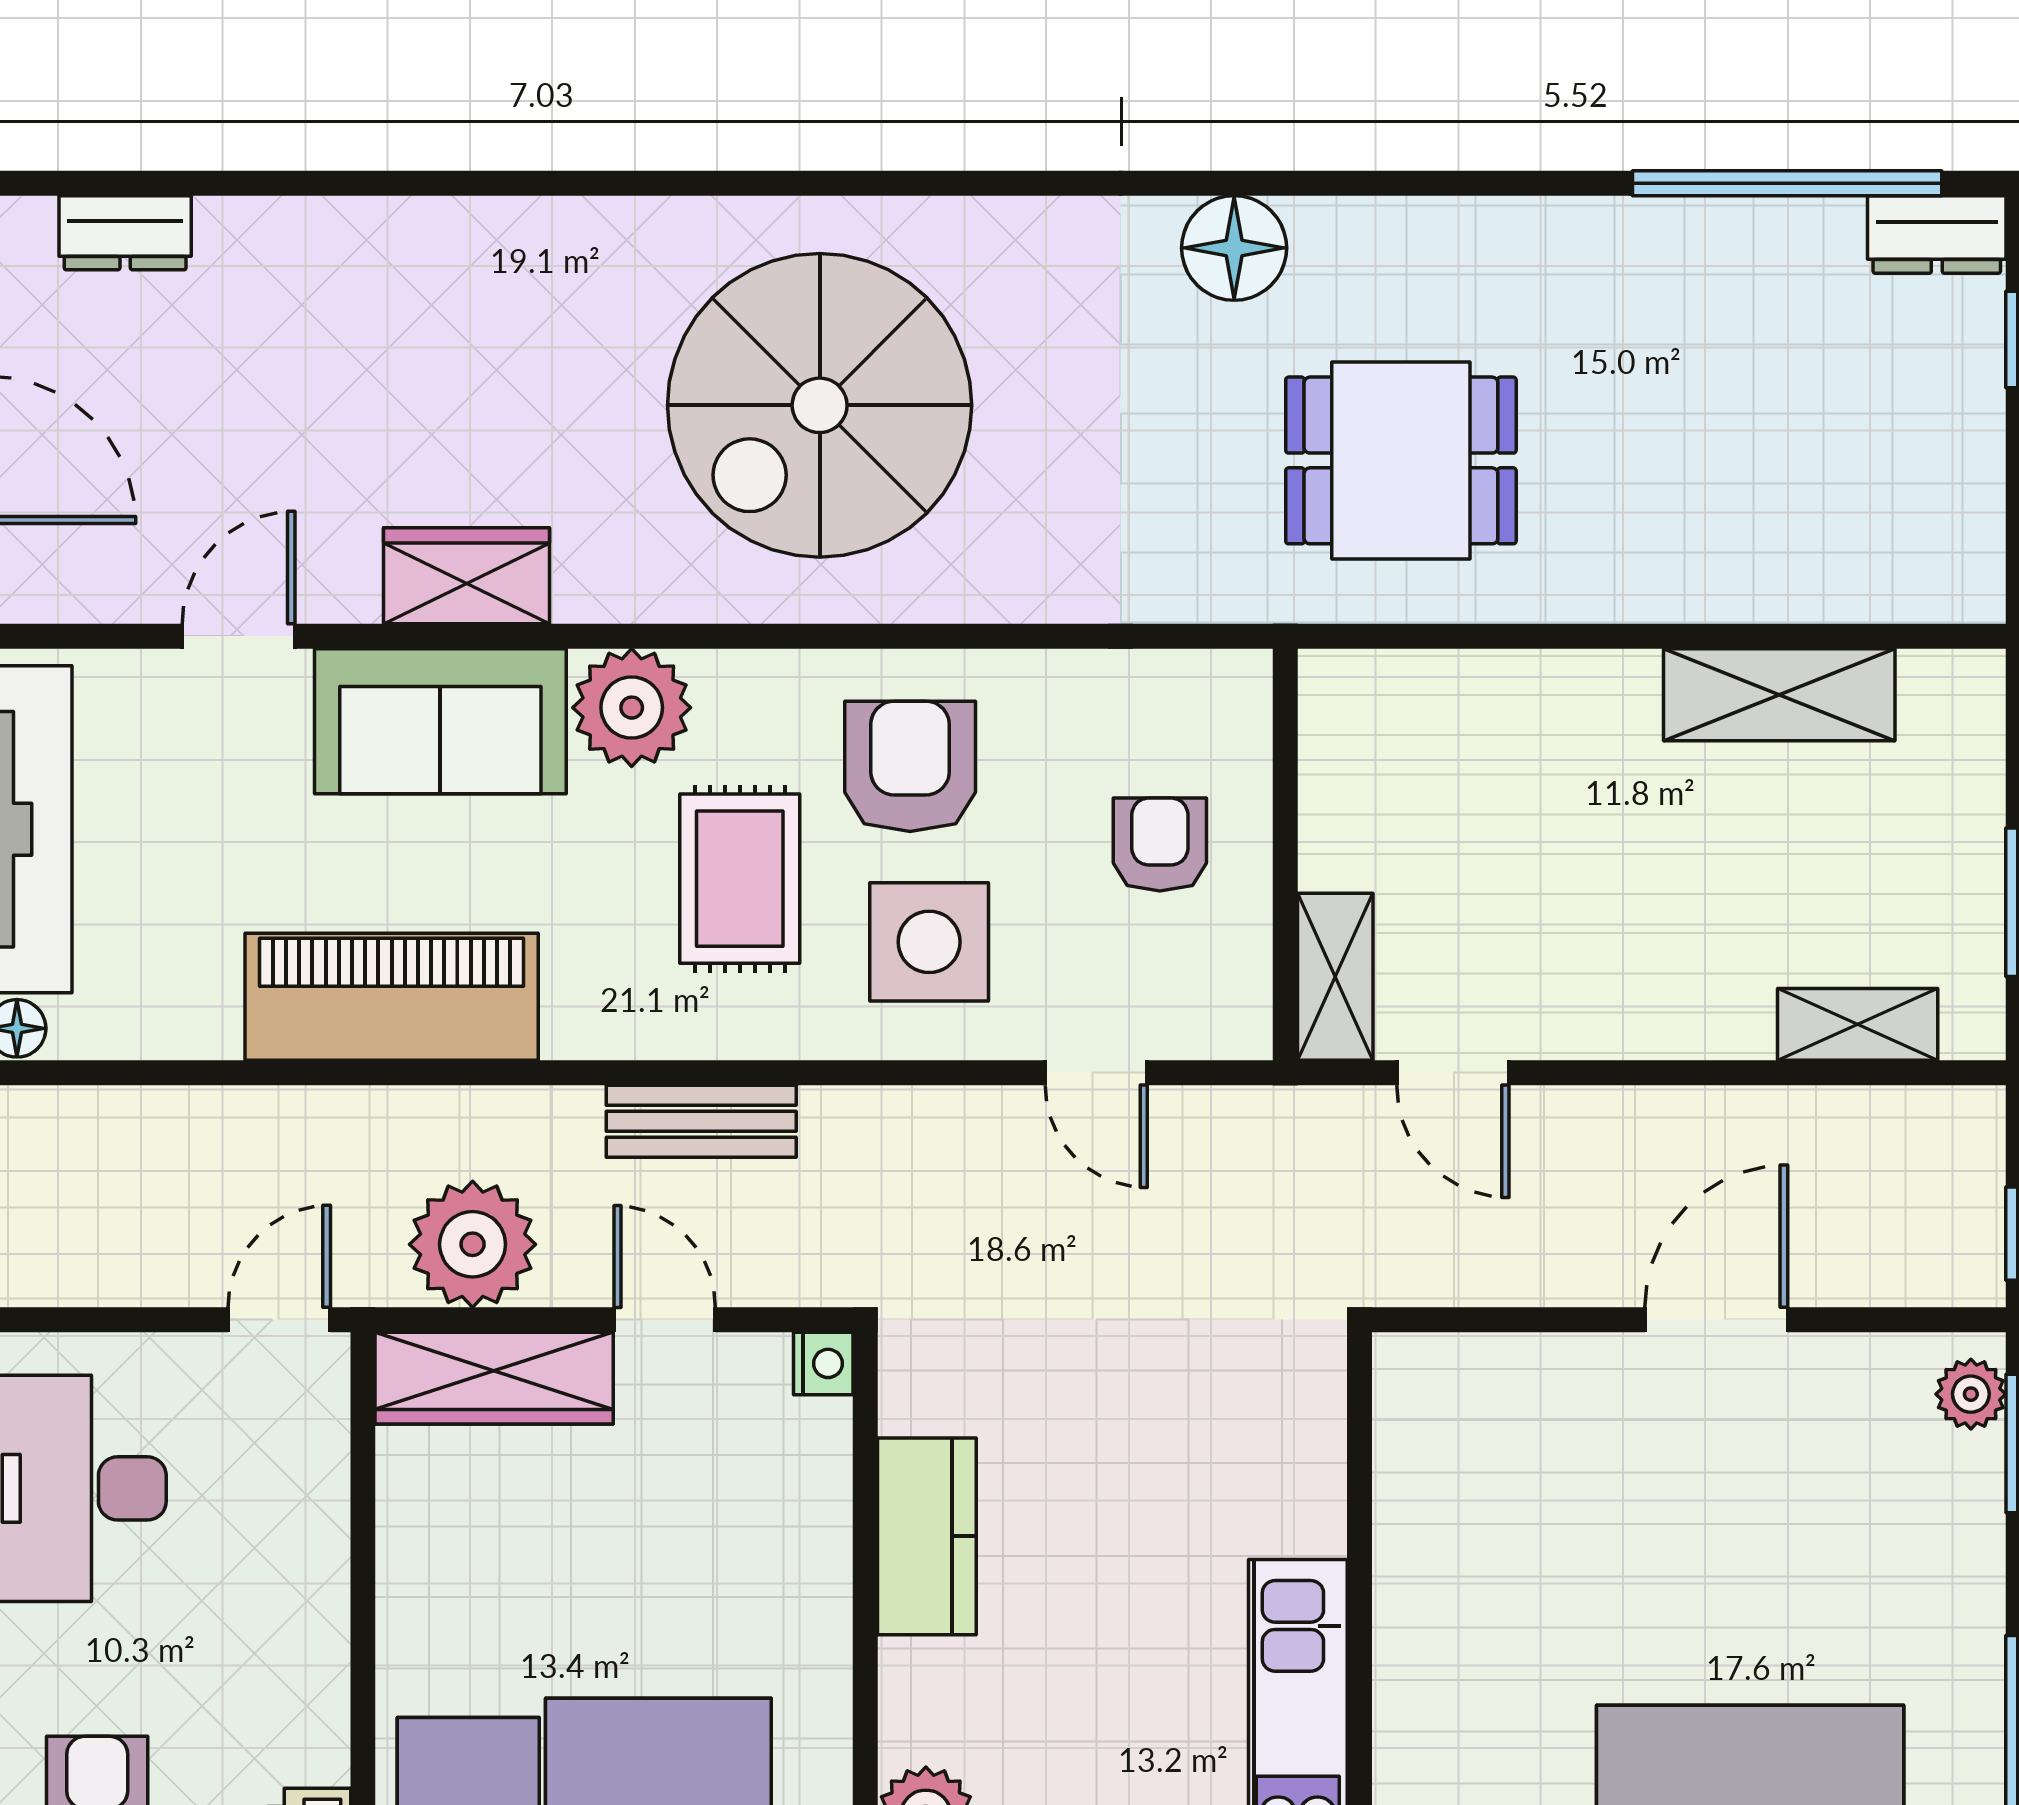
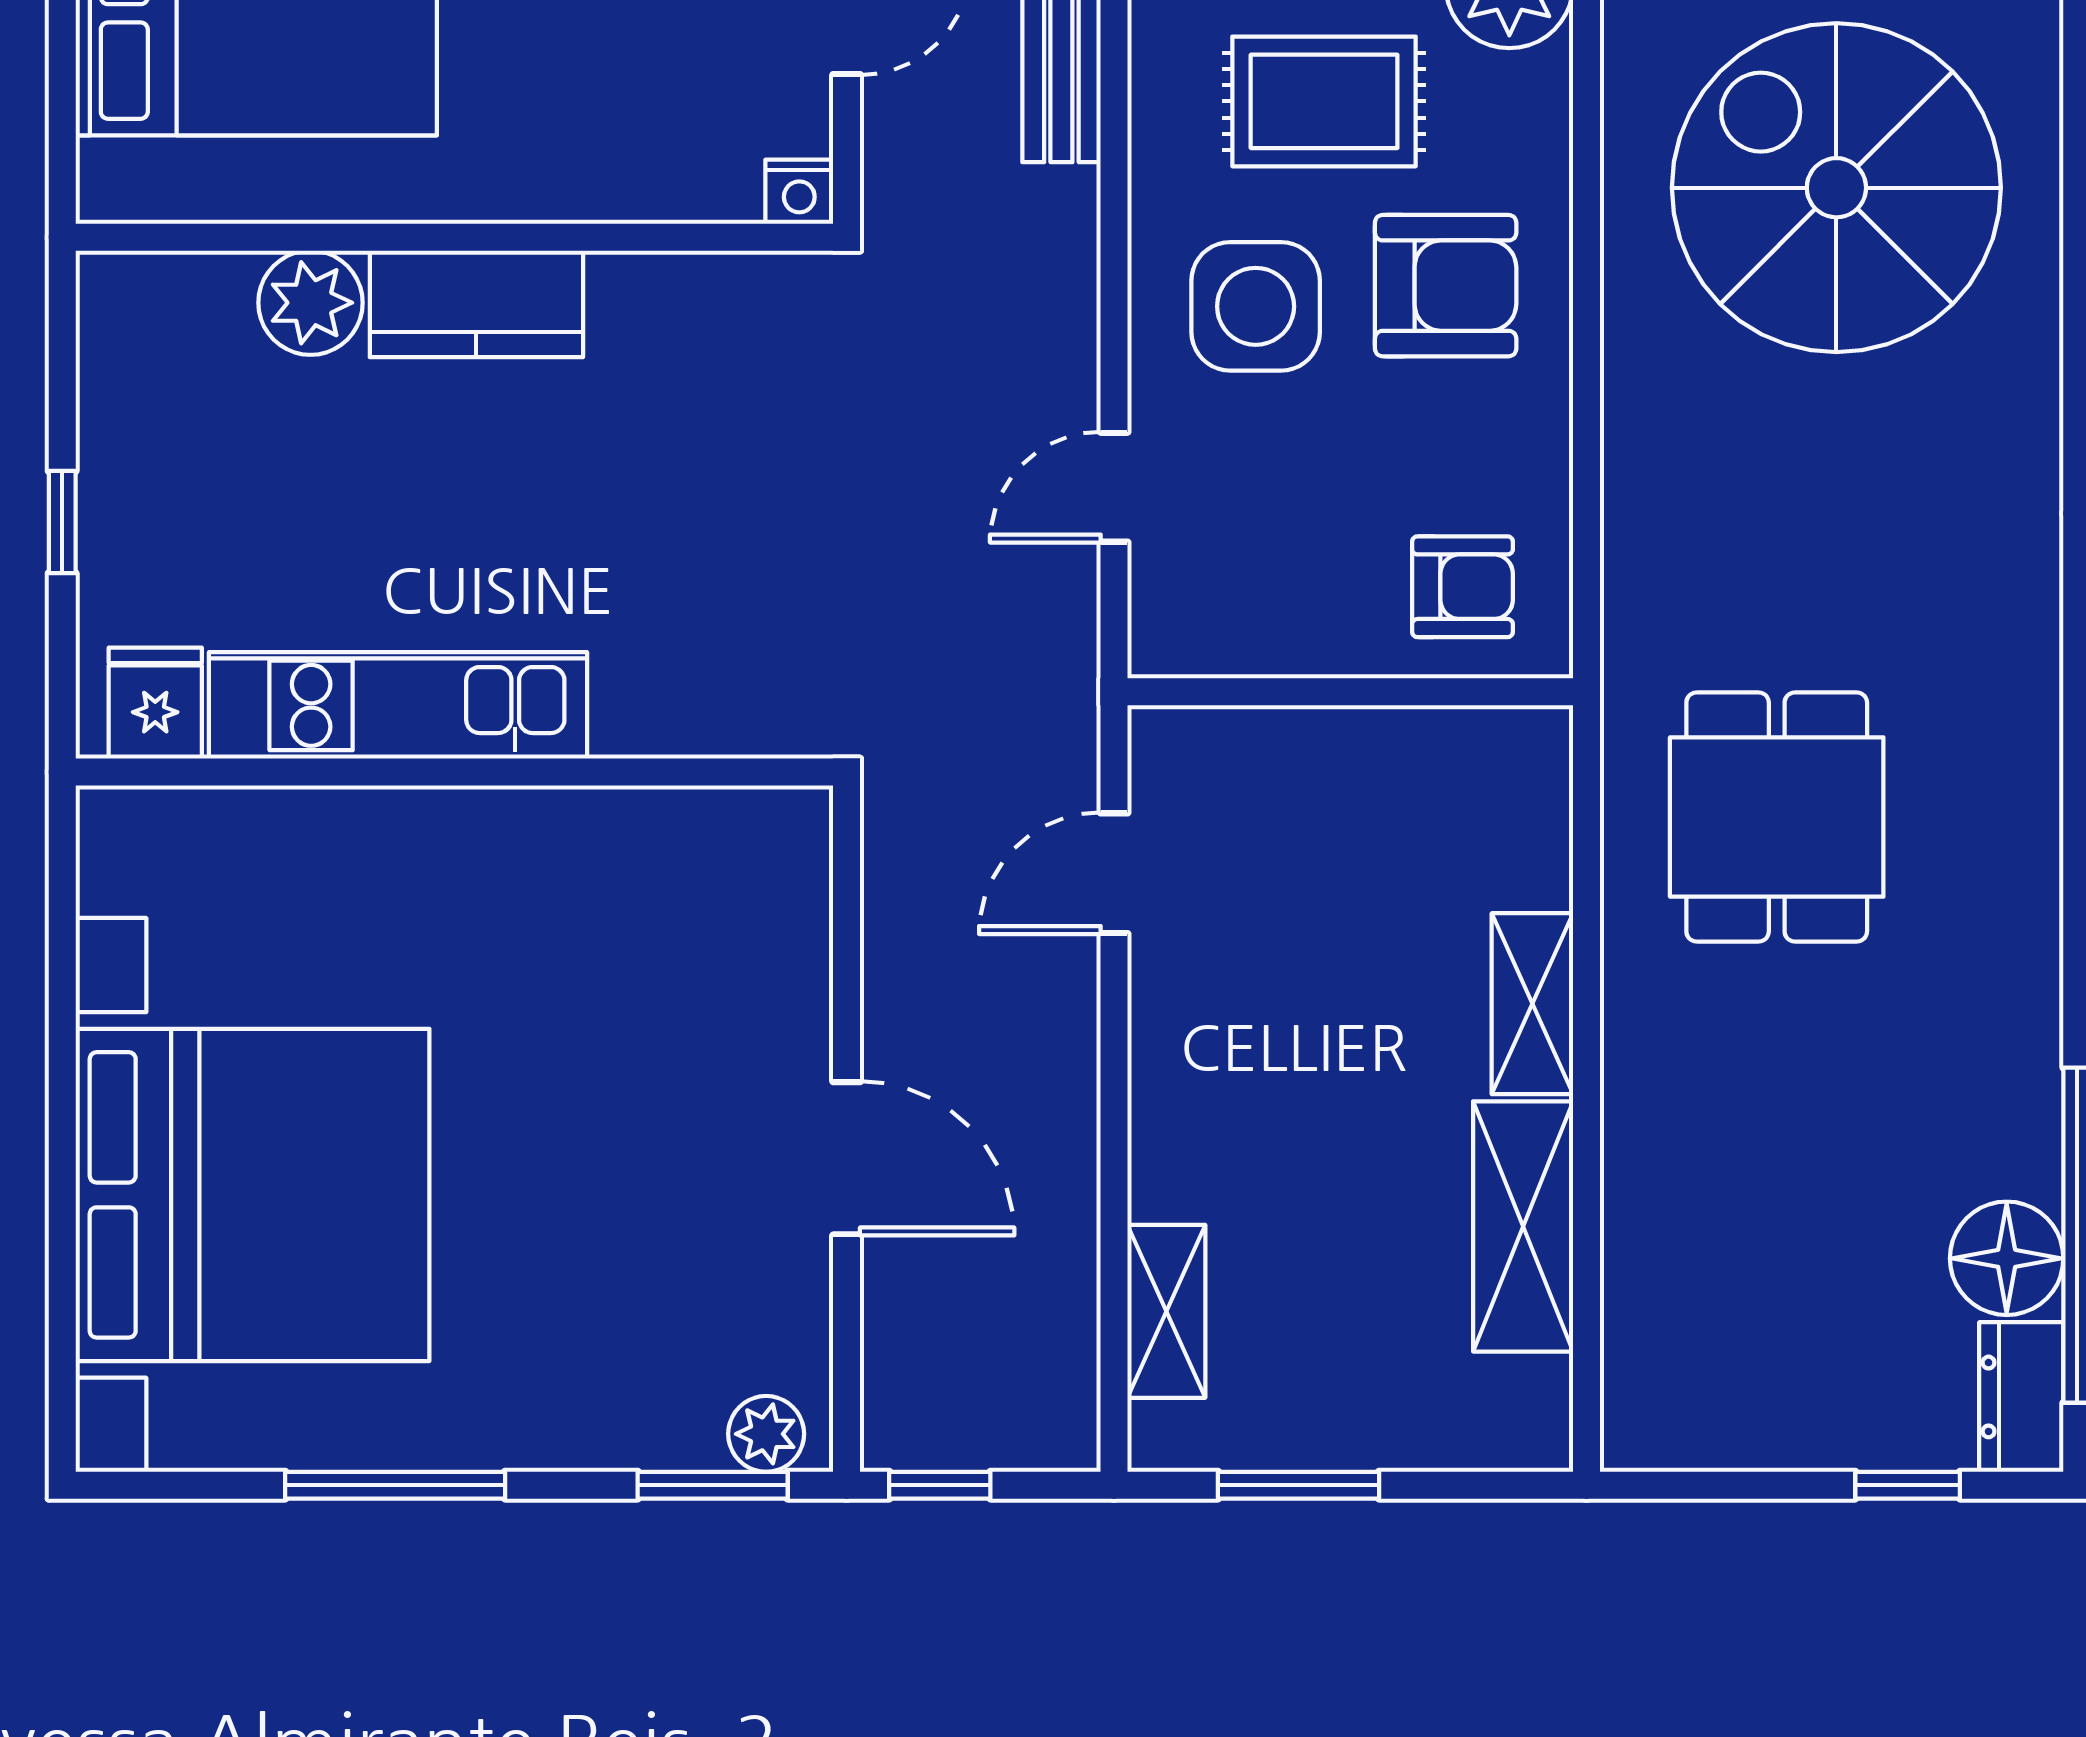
floor lamp: (1234, 248) -> (2007, 1258), moved
armchair: (1160, 845) -> (1463, 587), moved
shelving: (1335, 977) -> (1532, 1004), moved, turned 90
kitchen counter: (927, 1536) -> (476, 304), moved

